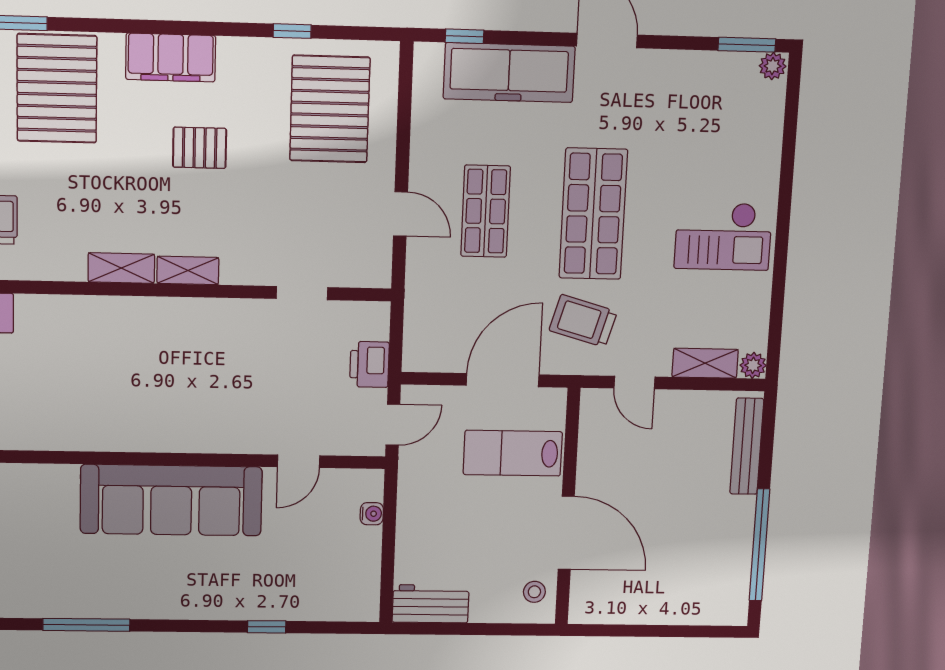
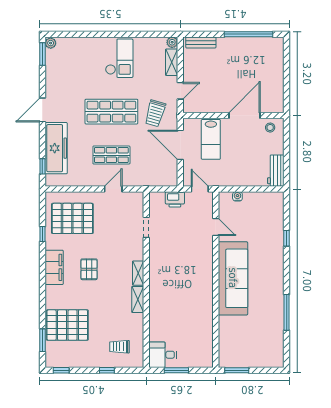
filing cabinet: (171, 58) -> (54, 267), moved
bench: (747, 446) -> (201, 42), width x0.73

